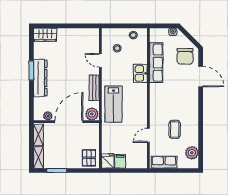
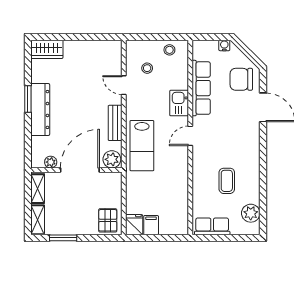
chair: (185, 56) -> (241, 79), turned 90
door: (148, 135) -> (190, 136), moved

